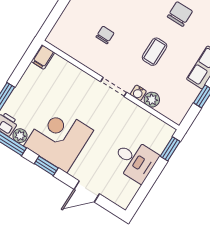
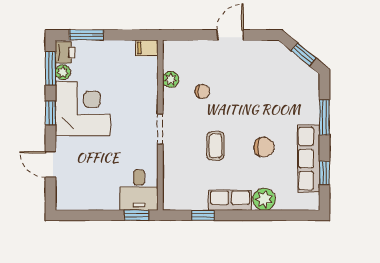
coffee table: (155, 52) -> (215, 146), turned 90
water cooler: (138, 93) -> (169, 155), removed
plant: (152, 100) -> (171, 79), moved
desk: (135, 160) -> (139, 190), moved

